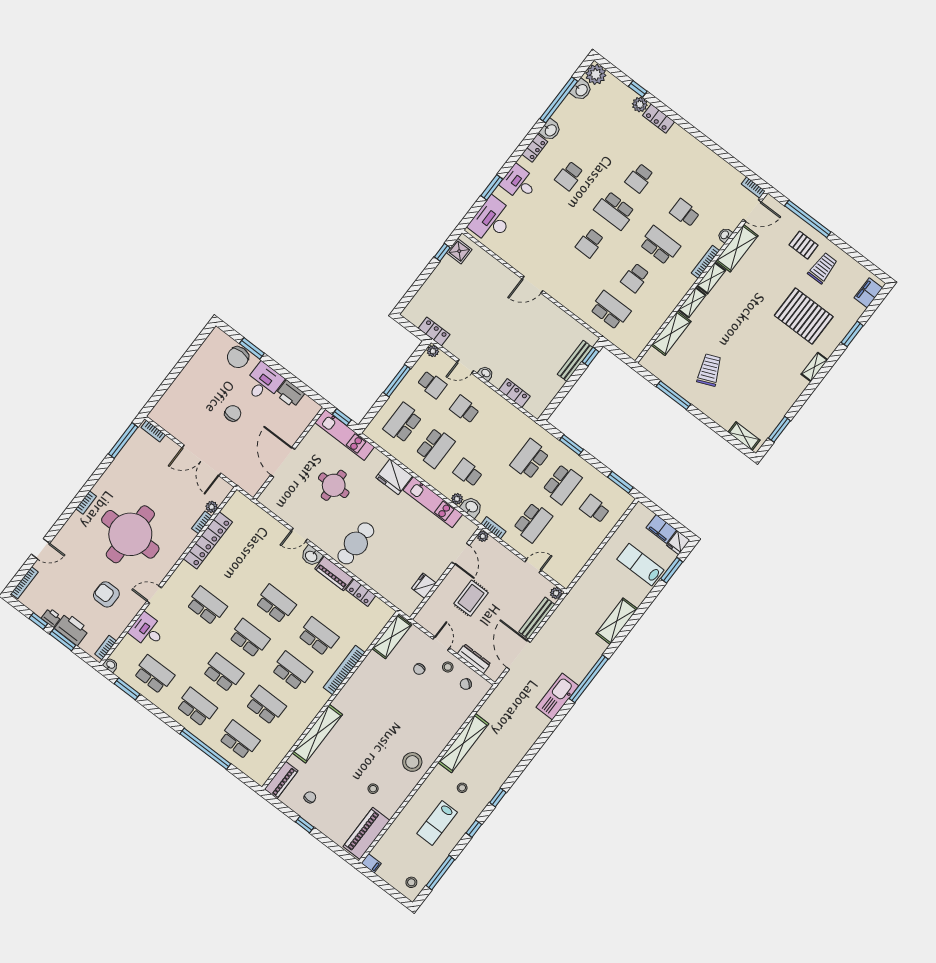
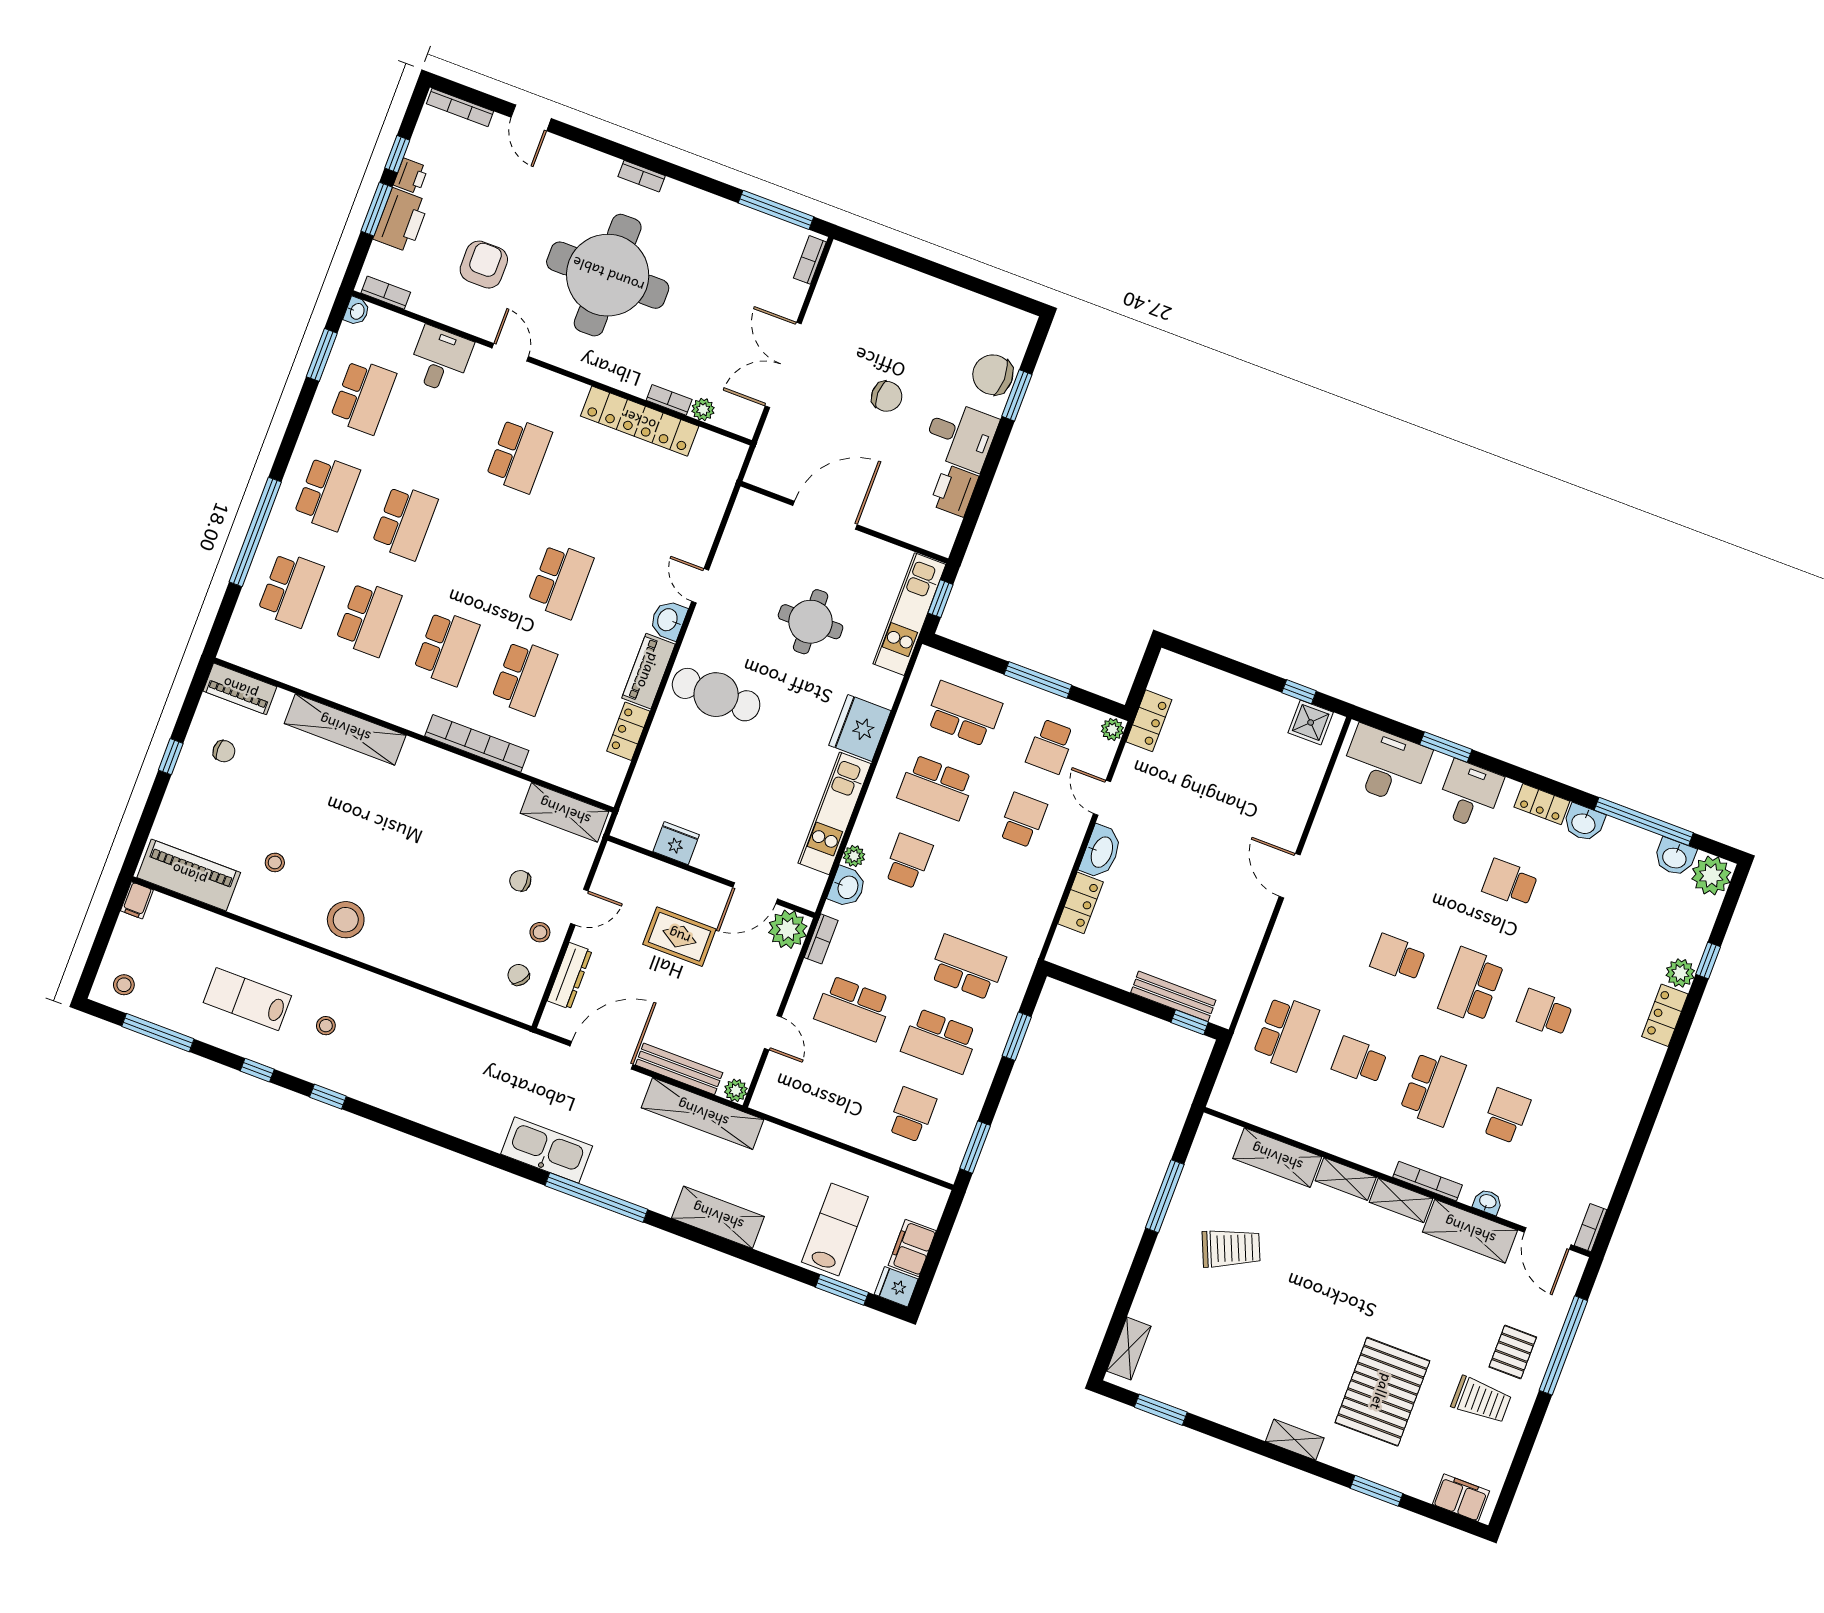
washbasin: (486, 373) -> (1101, 852), width x1.91, depth x1.45
plant: (483, 536) -> (788, 929), width x1.88, depth x1.88
school desk: (249, 638) -> (483, 551), removed
shelving: (463, 743) -> (703, 1114), moved

